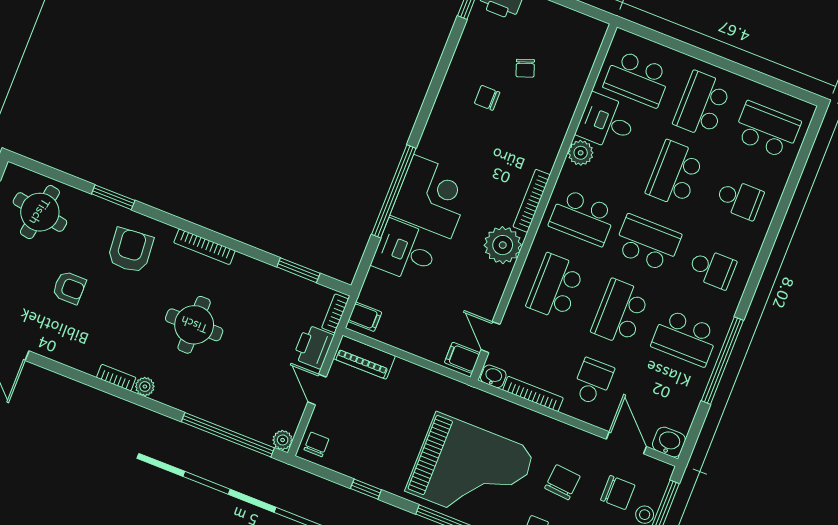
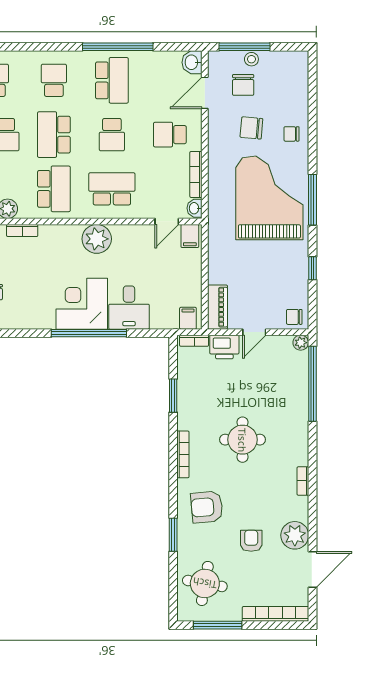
bookcase: (532, 201) -> (22, 231), moved, width x0.64
window: (298, 270) -> (173, 396), moved
school desk: (555, 287) -> (112, 189), turned 180
school desk: (620, 312) -> (112, 135), width x0.54
plant: (145, 387) -> (295, 535), moved, width x1.87, depth x1.87
chair: (618, 493) -> (243, 85), turned 180

